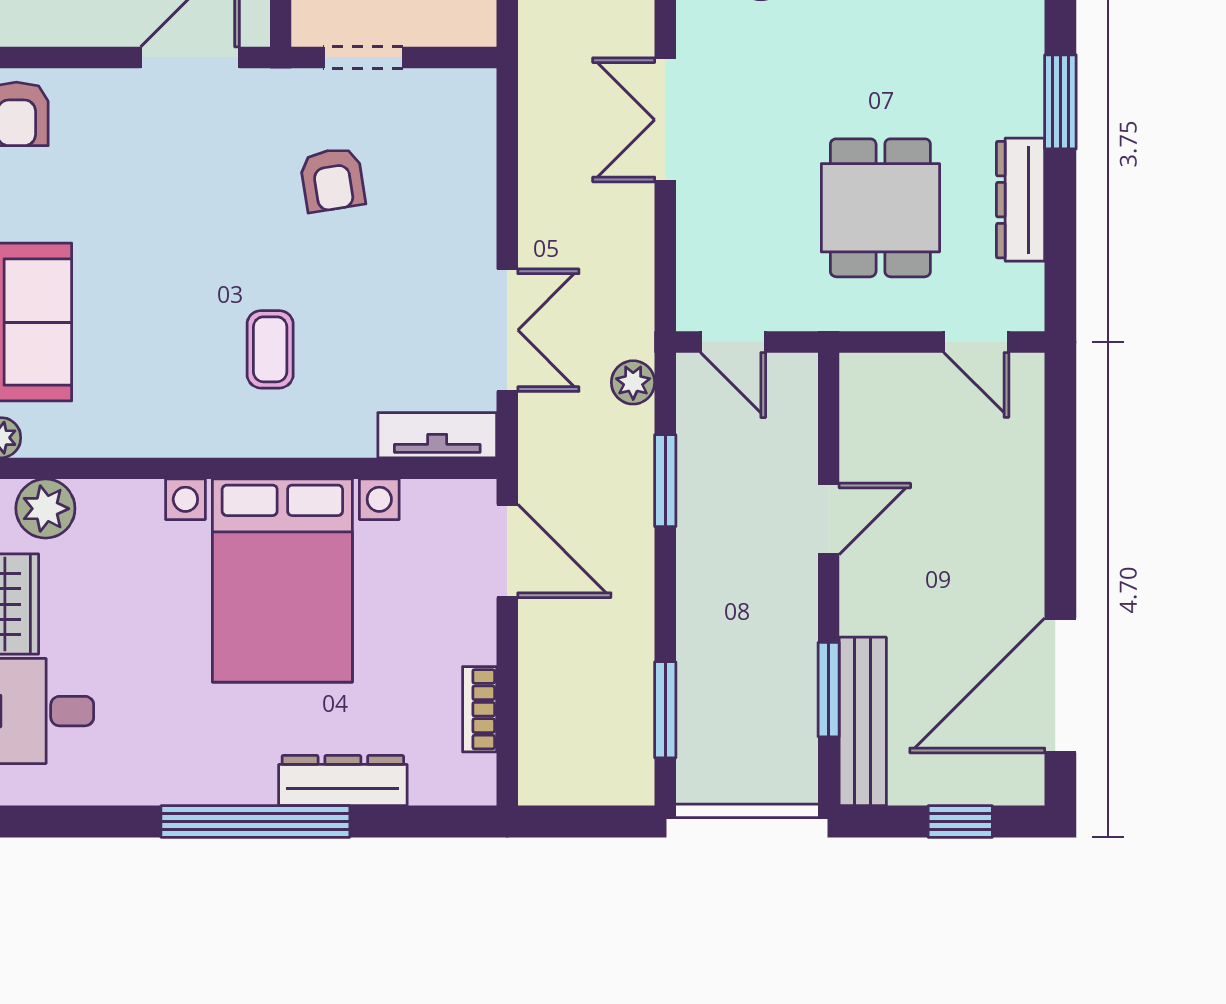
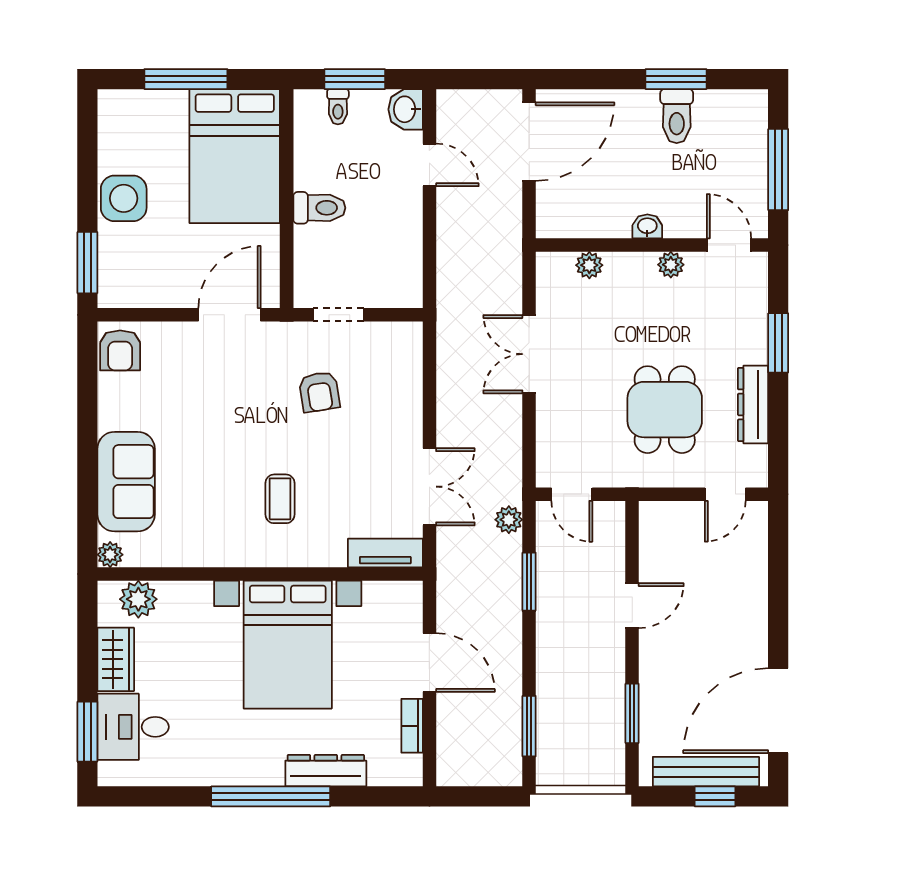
door: (976, 342) -> (725, 494), hinge flipped
door: (507, 551) -> (429, 663), moved
bench: (863, 721) -> (706, 772), moved, turned 90

